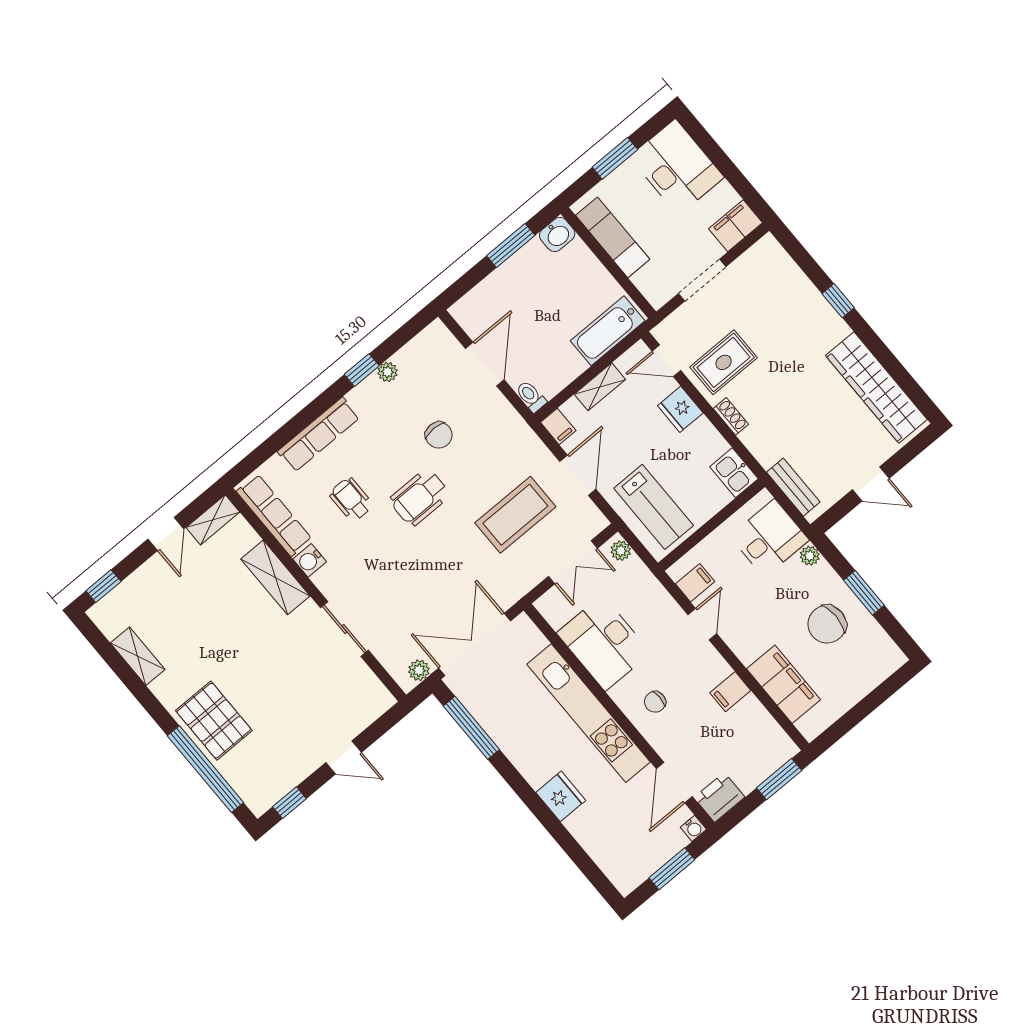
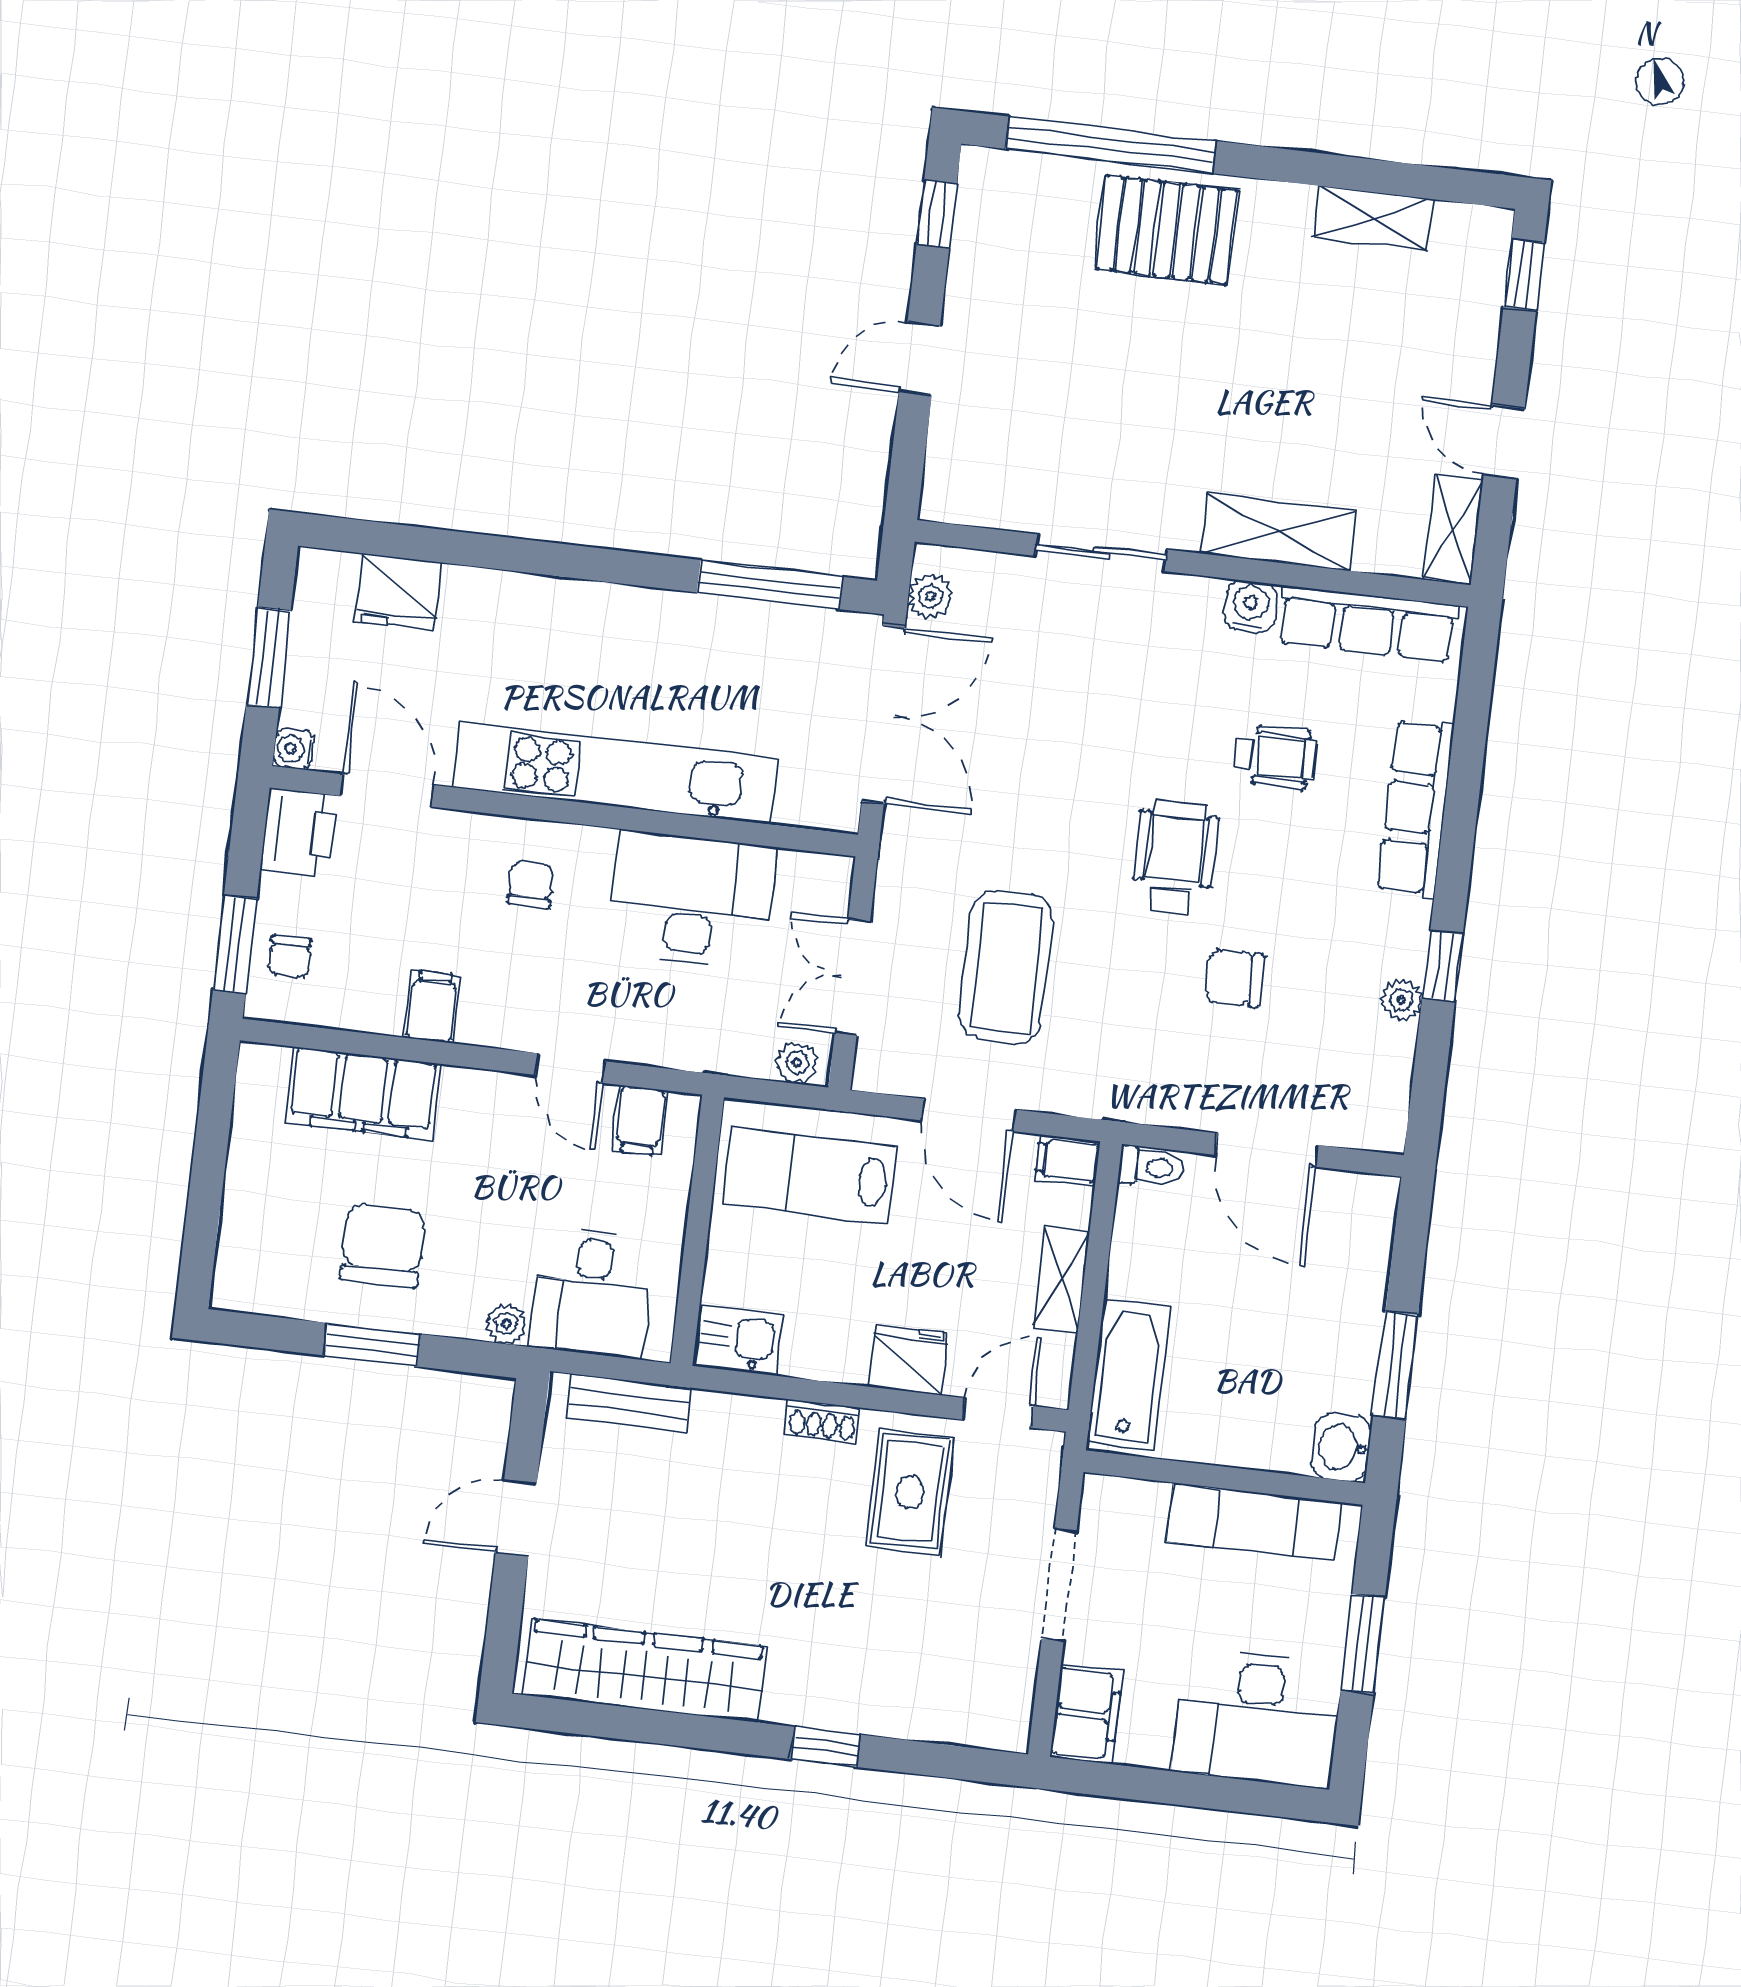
chair: (764, 757) -> (290, 956), added
fridge: (561, 796) -> (398, 592), moved

